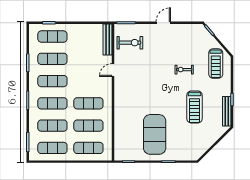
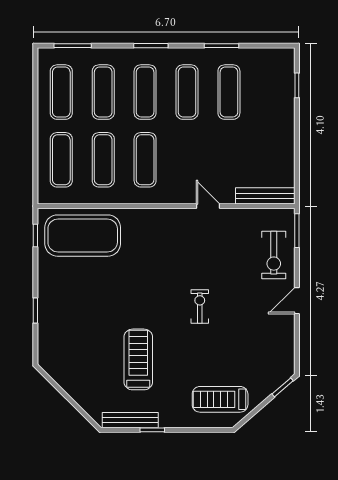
door: (163, 23) -> (297, 301), swing flipped
exercise mat: (52, 37) -> (271, 92), removed
exercise bike: (130, 43) -> (274, 255), moved
exercise bike: (184, 70) -> (200, 306), moved
treadmill: (194, 107) -> (138, 359), turned 90
exercise mat: (155, 134) -> (83, 236), moved

